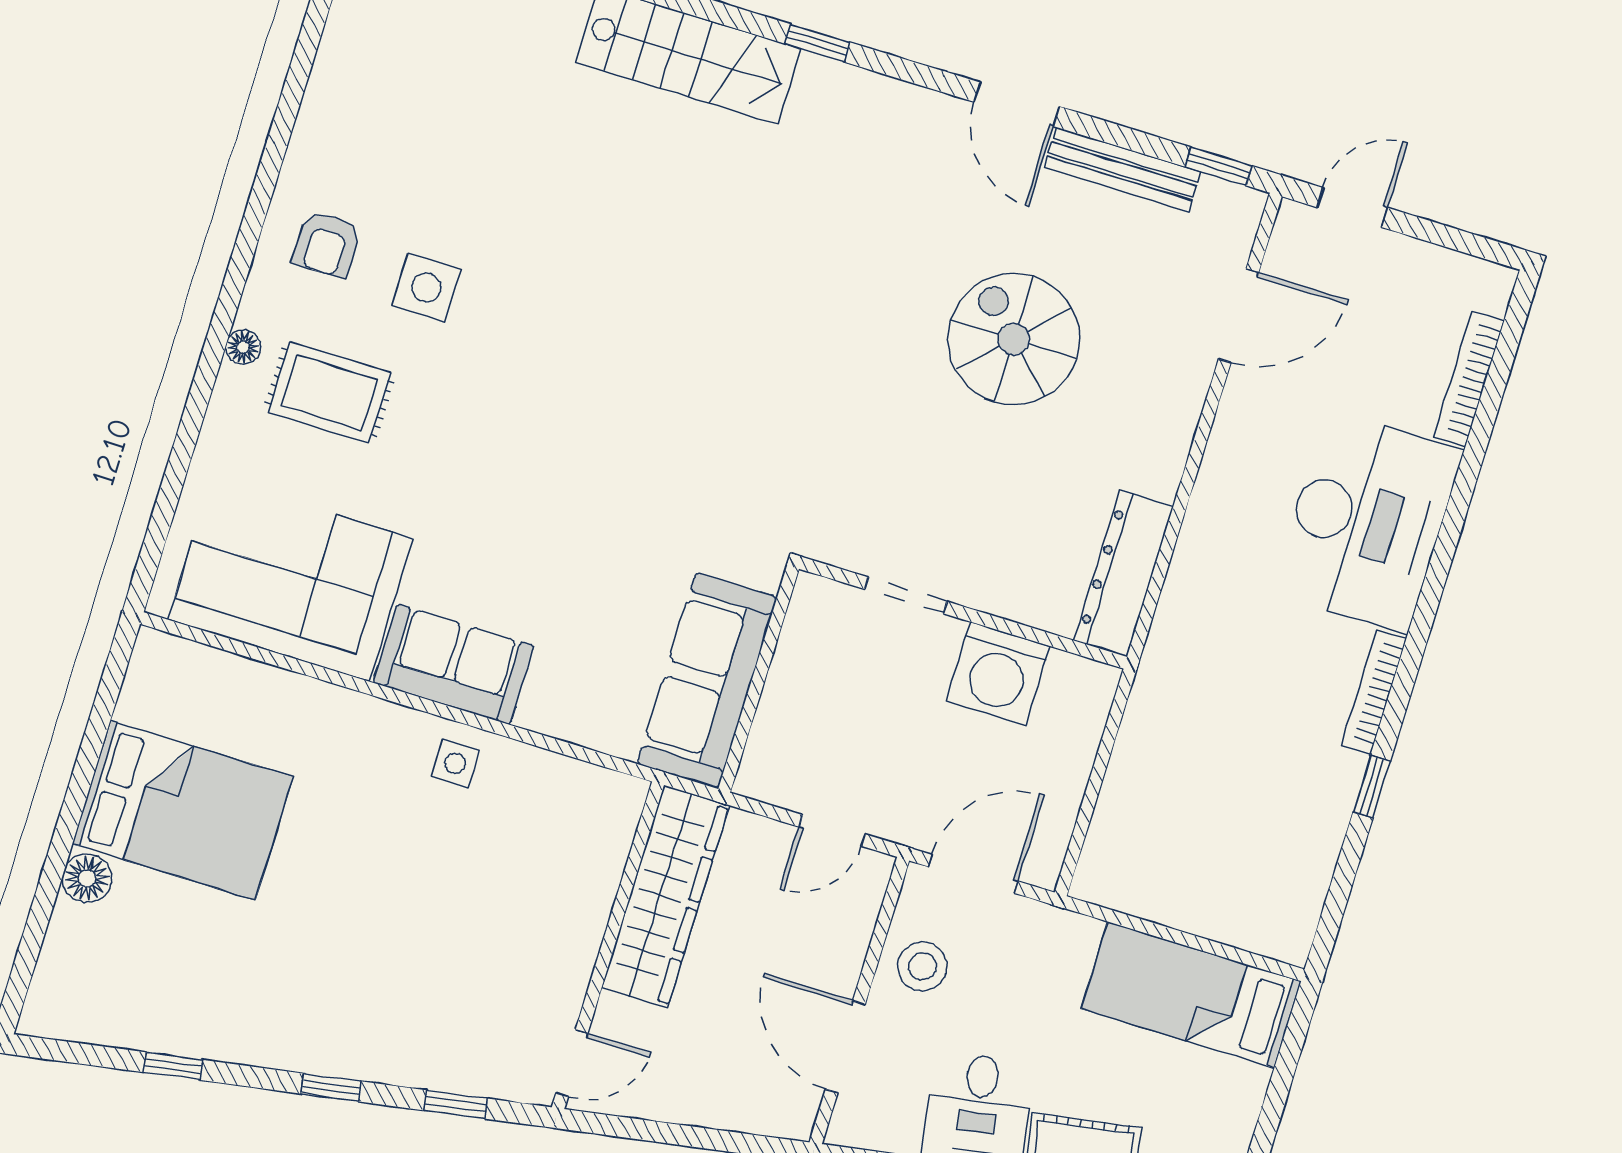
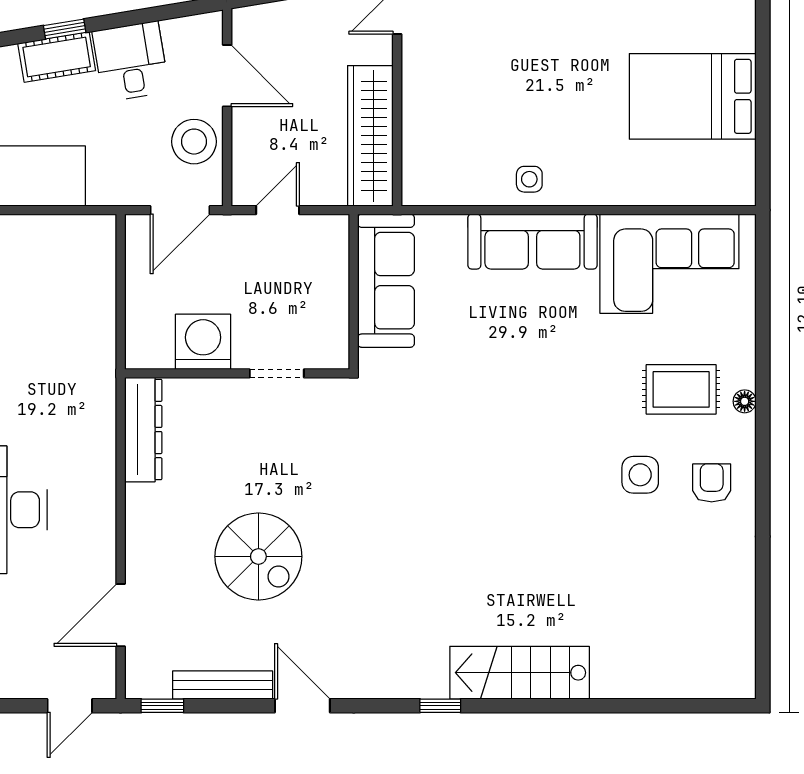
sofa: (454, 664) -> (532, 242), width x1.36
floor lamp: (87, 878) -> (740, 35), removed
stool: (922, 966) -> (194, 142), width x1.38, depth x1.38

